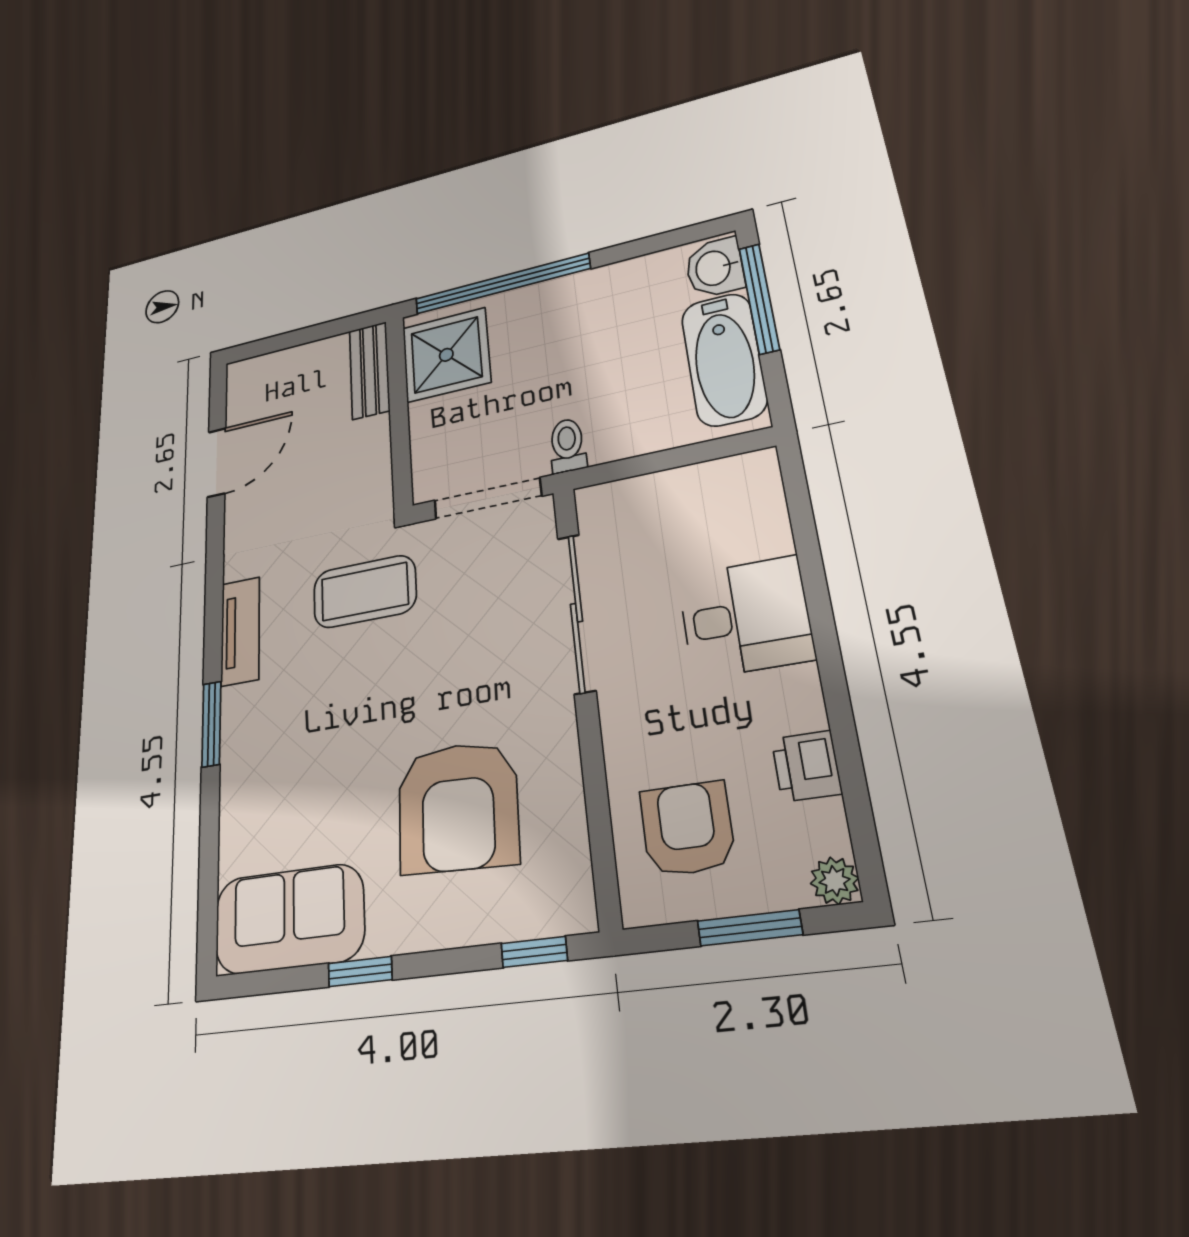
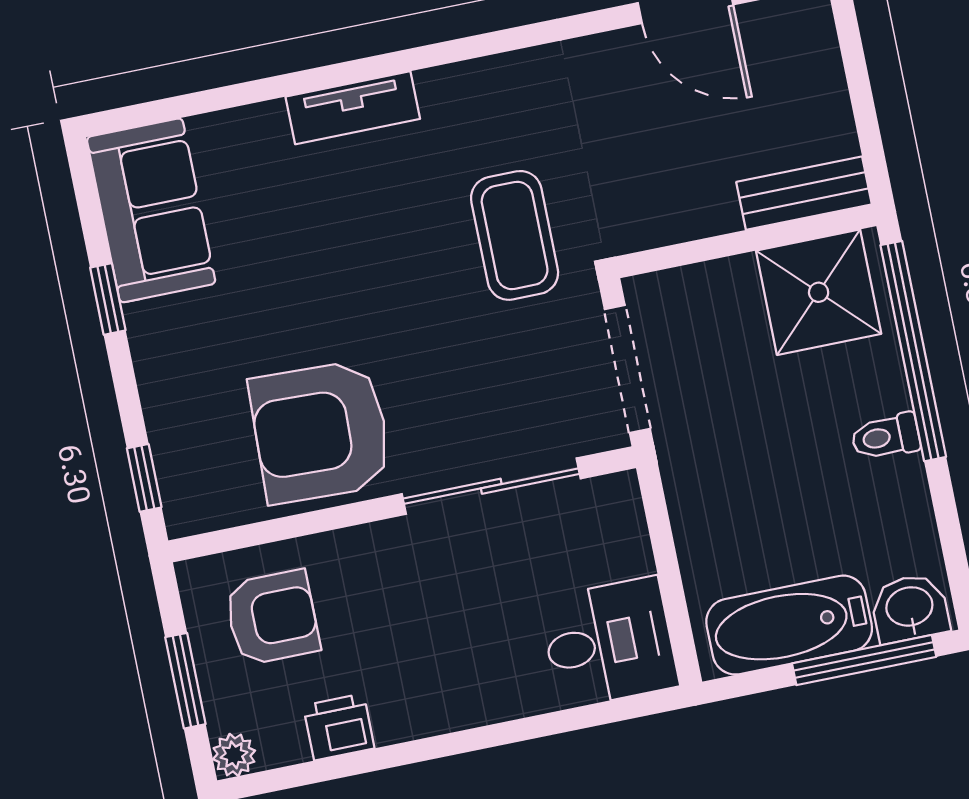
toilet: (567, 446) -> (886, 437), moved, turned 180
desk: (745, 617) -> (609, 643), moved, turned -90
tv unit: (240, 631) -> (353, 108), moved
window: (211, 724) -> (354, 71), removed
armchair: (458, 807) -> (321, 432), moved

